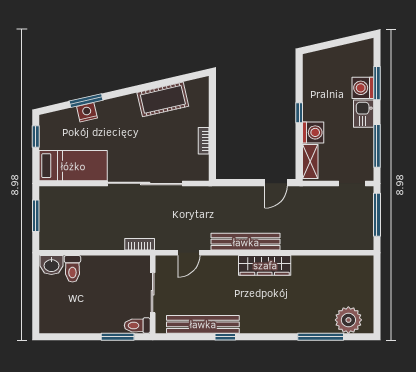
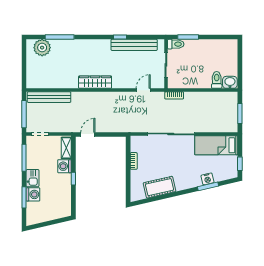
bench: (246, 242) -> (49, 97), moved

